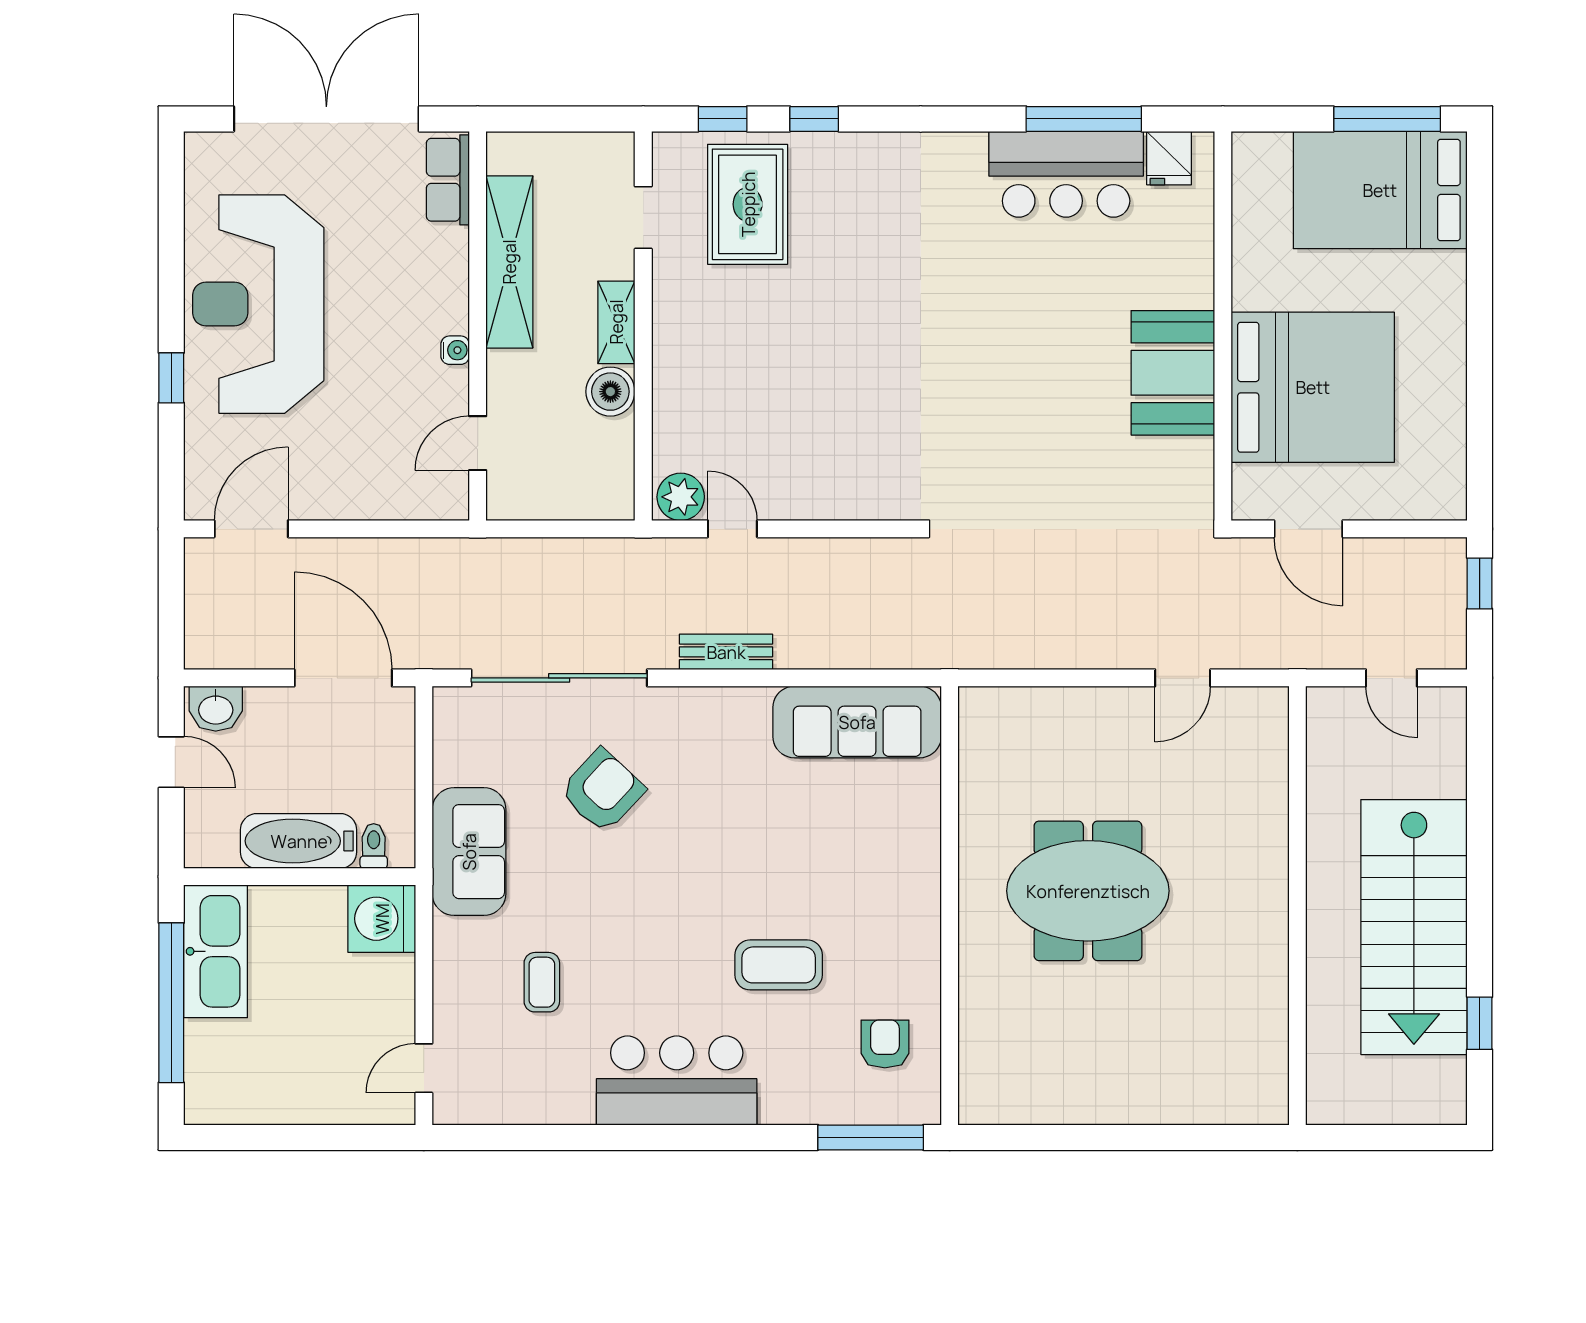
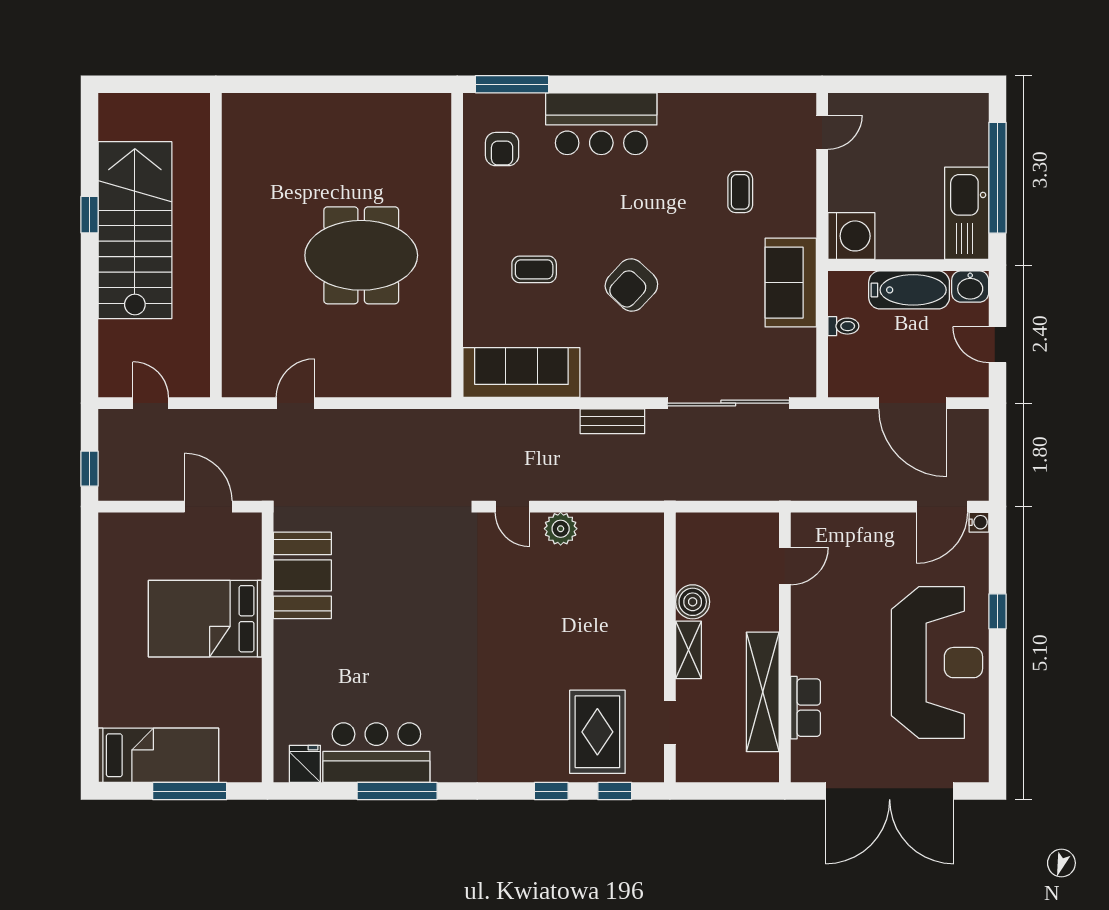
window: (1084, 119) -> (397, 791), moved
window: (1387, 119) -> (190, 791), moved
row of seats: (448, 180) -> (805, 708), moved
bed: (1380, 190) -> (158, 755), width x0.67
water cooler: (455, 350) -> (979, 522), moved, turned 180
booth: (1173, 373) -> (302, 575), moved
bed: (1313, 387) -> (205, 619), width x0.73
plant: (681, 497) -> (561, 529), moved
door: (732, 529) -> (512, 507), moved
door: (343, 678) -> (913, 403), moved
washbasin: (216, 709) -> (970, 287), moved, turned 180
armchair: (602, 791) -> (631, 285), moved
toilet: (374, 846) -> (843, 326), moved, turned -90
coffee table: (779, 965) -> (534, 269), moved, width x0.73, depth x0.77
window: (1480, 1023) -> (89, 215), moved
bar counter: (677, 1080) -> (601, 124), moved

